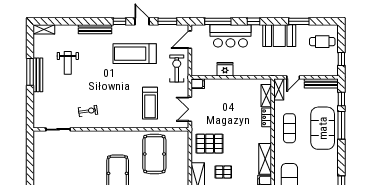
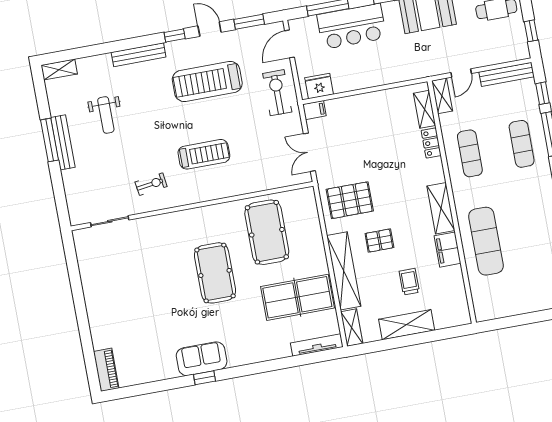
fridge: (225, 69) -> (319, 86), moved
treadmill: (150, 103) -> (204, 154), moved, turned -90
exercise mat: (323, 128) -> (522, 144), width x0.50, depth x0.69

